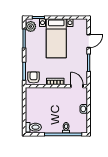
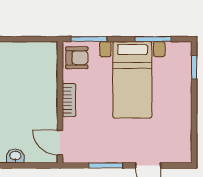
plant: (31, 26) -> (177, 52), removed
bed with nightstands: (56, 38) -> (132, 80), moved, turned -90
door: (77, 86) -> (60, 143), swing flipped

